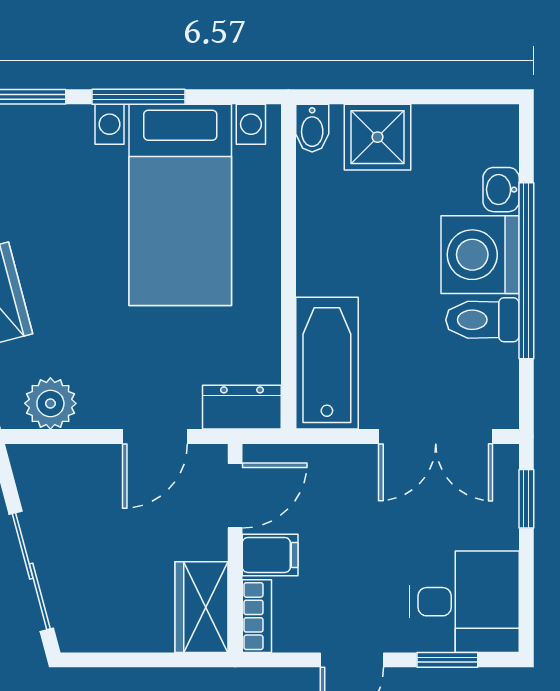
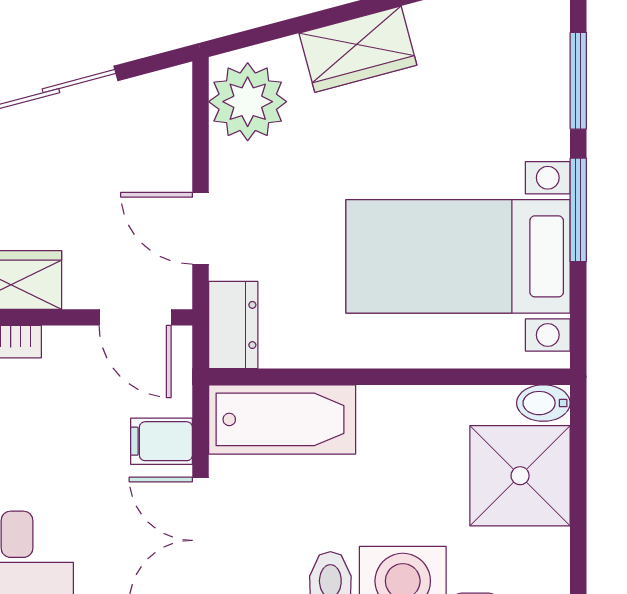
shower: (378, 137) -> (520, 476), width x1.36, depth x1.36
plant: (50, 403) -> (248, 102), width x1.36, depth x1.36
filing cabinet: (270, 555) -> (162, 441), moved, turned 90

